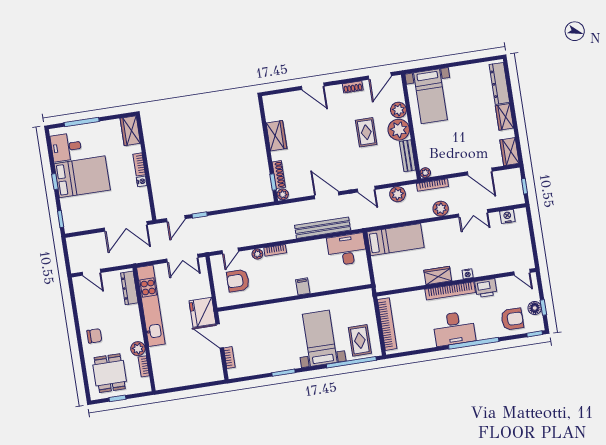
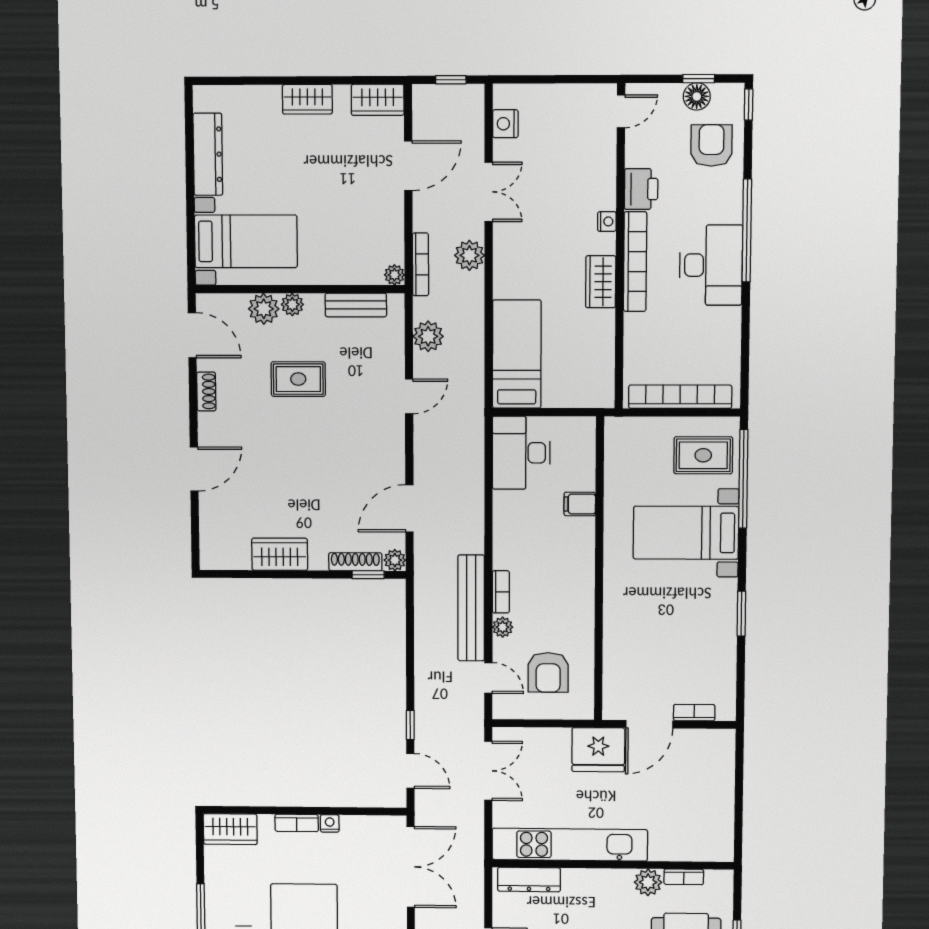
dresser: (499, 83) -> (208, 154), moved, turned -90
plant: (399, 130) -> (292, 304), width x0.53, depth x0.53
door: (327, 195) -> (409, 508), moved
bench: (323, 228) -> (471, 608), moved
filing cabinet: (303, 286) -> (580, 504), moved

